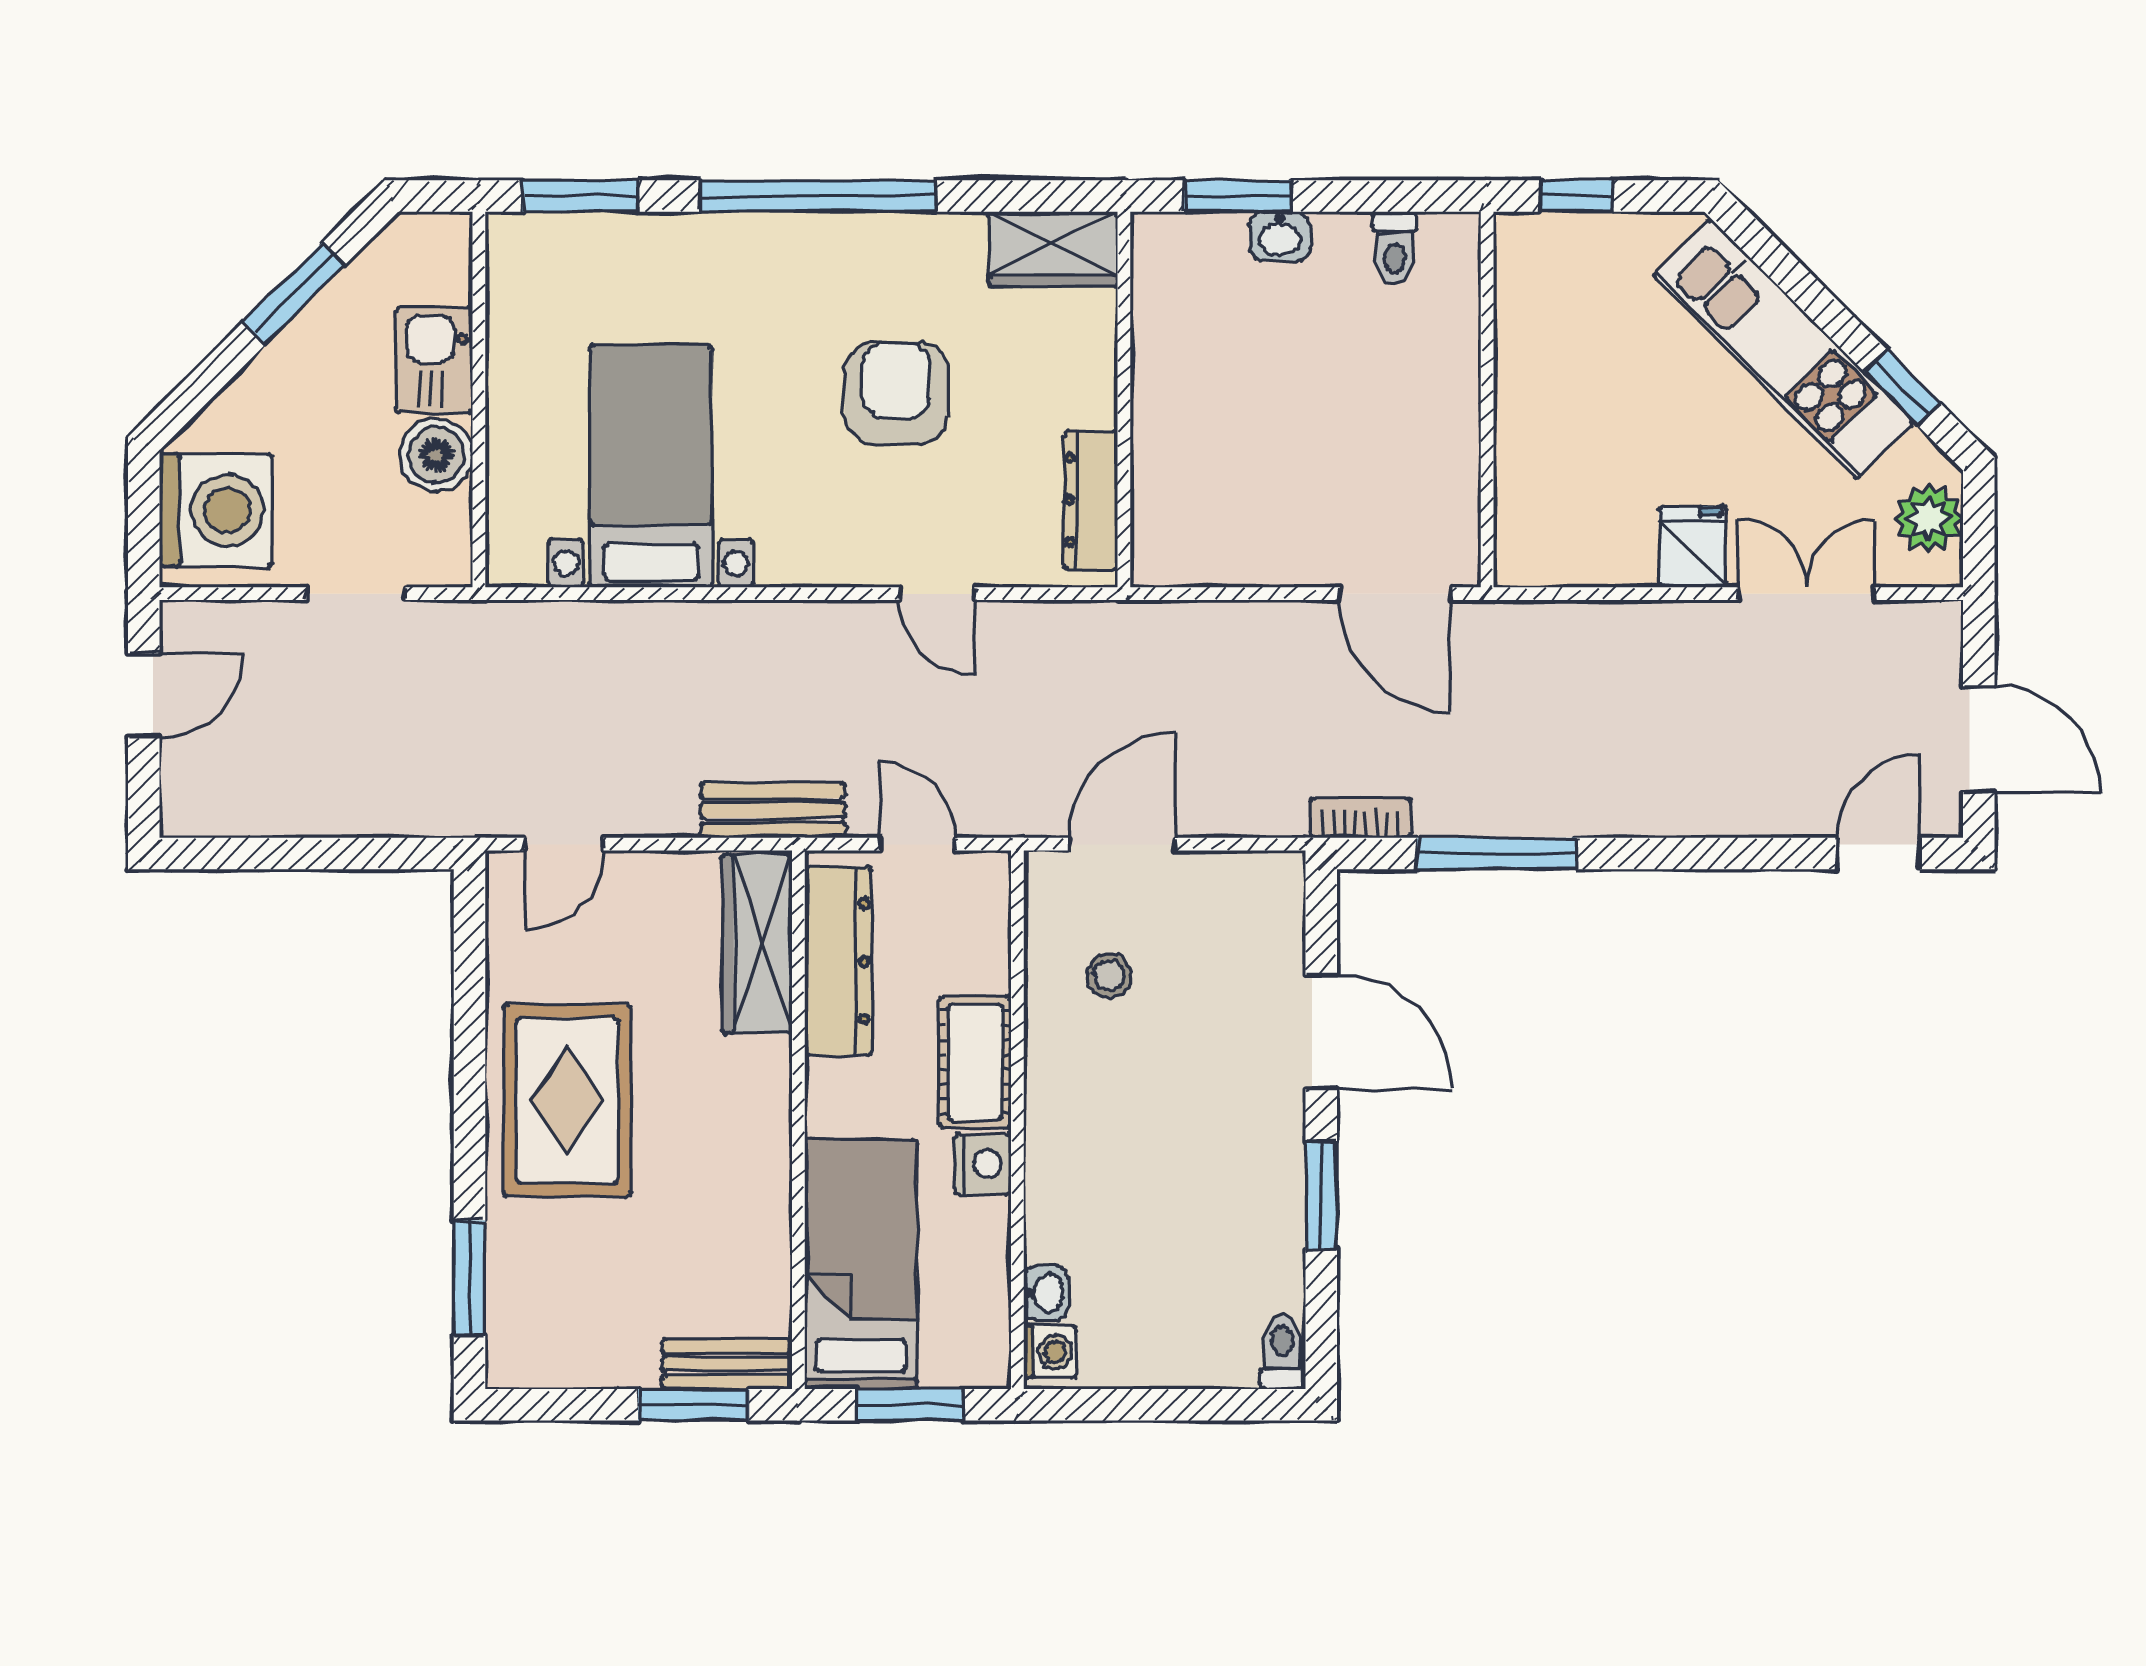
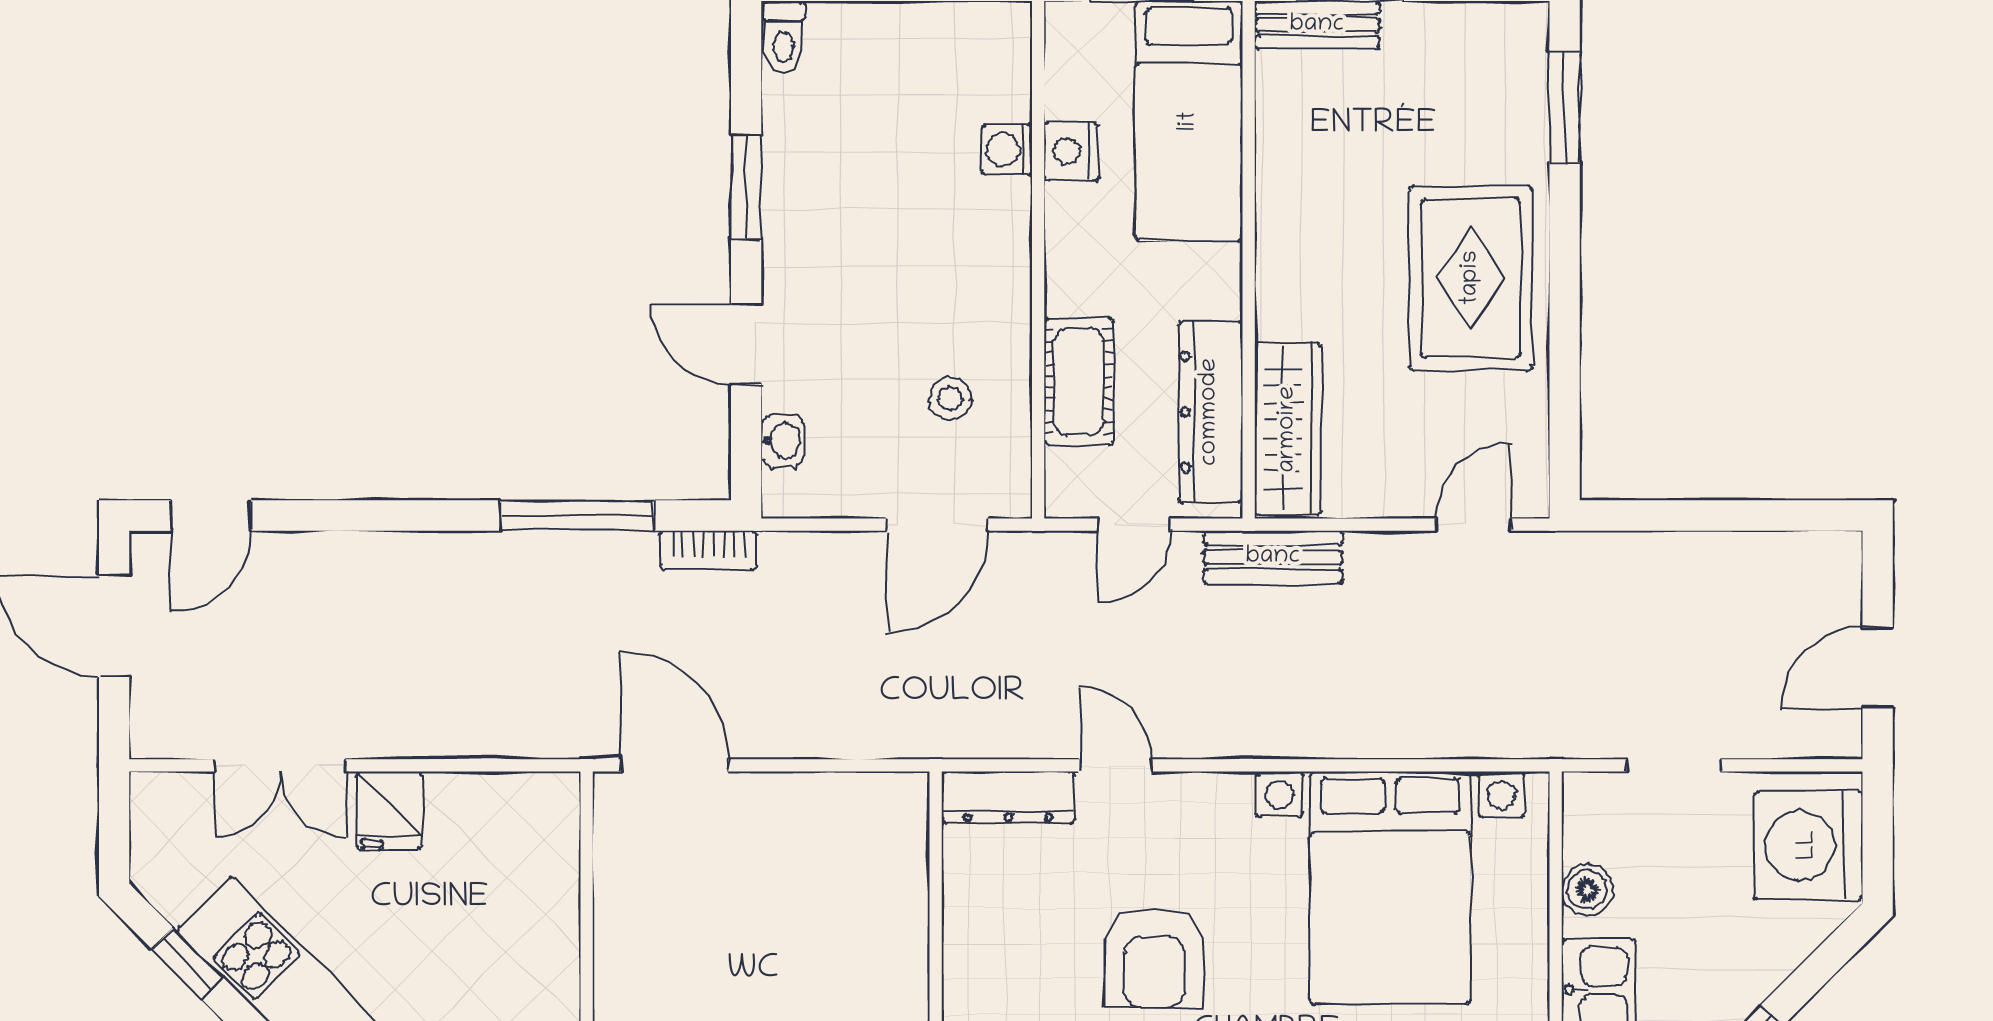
boiler: (436, 455) -> (1587, 890), width x0.73, depth x0.73
bed with nightstands: (651, 467) -> (1390, 888), width x1.36
dresser: (1091, 500) -> (1008, 797), moved, turned 90
plant: (1929, 518) -> (162, 838), removed
door: (918, 844) -> (1134, 525), hinge flipped
door: (1321, 1032) -> (746, 344), width x0.73
cot: (975, 1062) -> (1079, 381), moved
nightstand: (983, 1164) -> (1071, 151), moved
washbasin: (1046, 1293) -> (782, 441), moved, turned 180
washing machine: (1050, 1352) -> (1007, 150), moved

